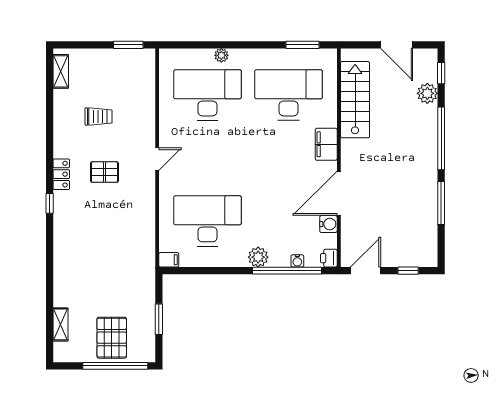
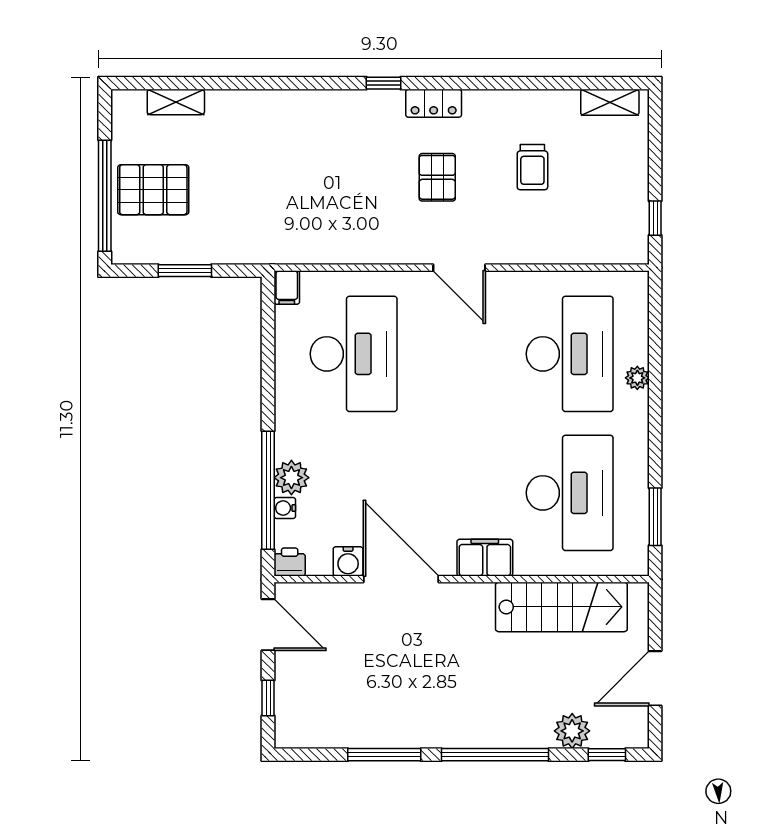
window: (128, 45) -> (655, 218), width x0.67
door: (157, 159) -> (459, 268), width x1.38
plant: (258, 257) -> (291, 478), moved

